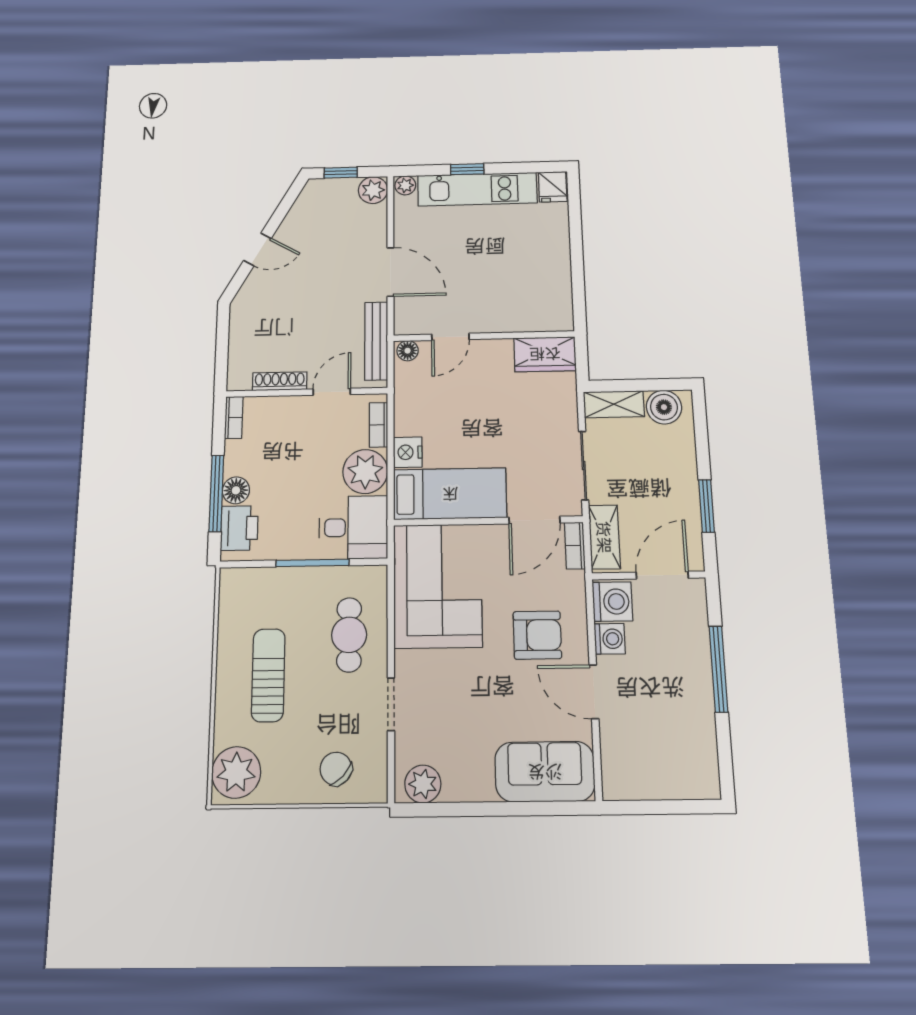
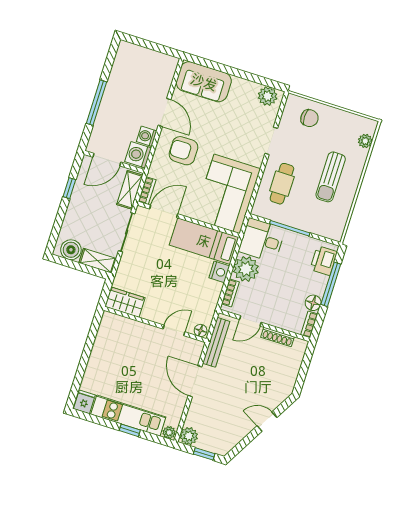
floor lamp: (236, 490) -> (313, 303), moved
window: (706, 506) -> (69, 188), width x0.67
chair: (336, 769) -> (309, 118), turned -44
plant: (236, 772) -> (365, 141), width x0.53, depth x0.53

